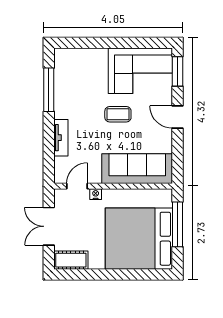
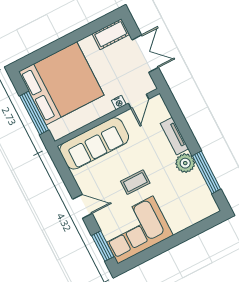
plant: (64, 108) -> (185, 163), added

